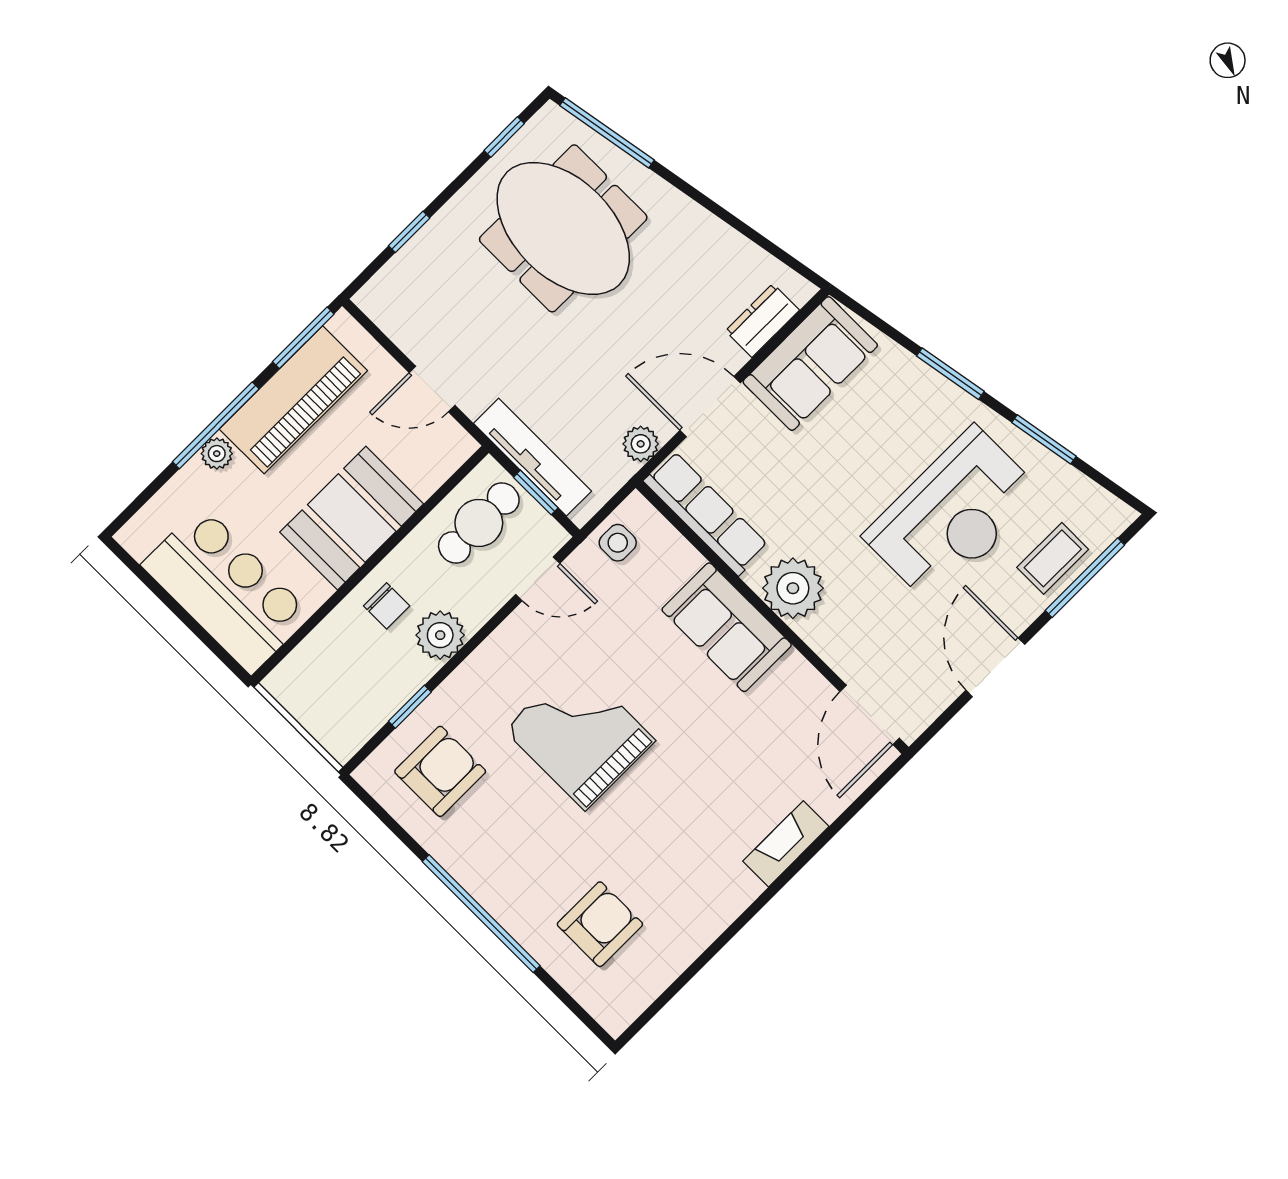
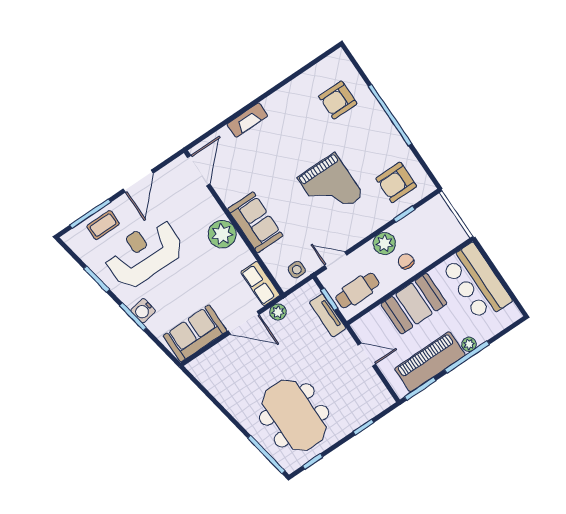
dresser: (762, 320) -> (213, 357), removed
water cooler: (931, 391) -> (143, 311), added
tv unit: (533, 457) -> (328, 315), width x0.71
row of seats: (706, 513) -> (260, 283), width x0.68

